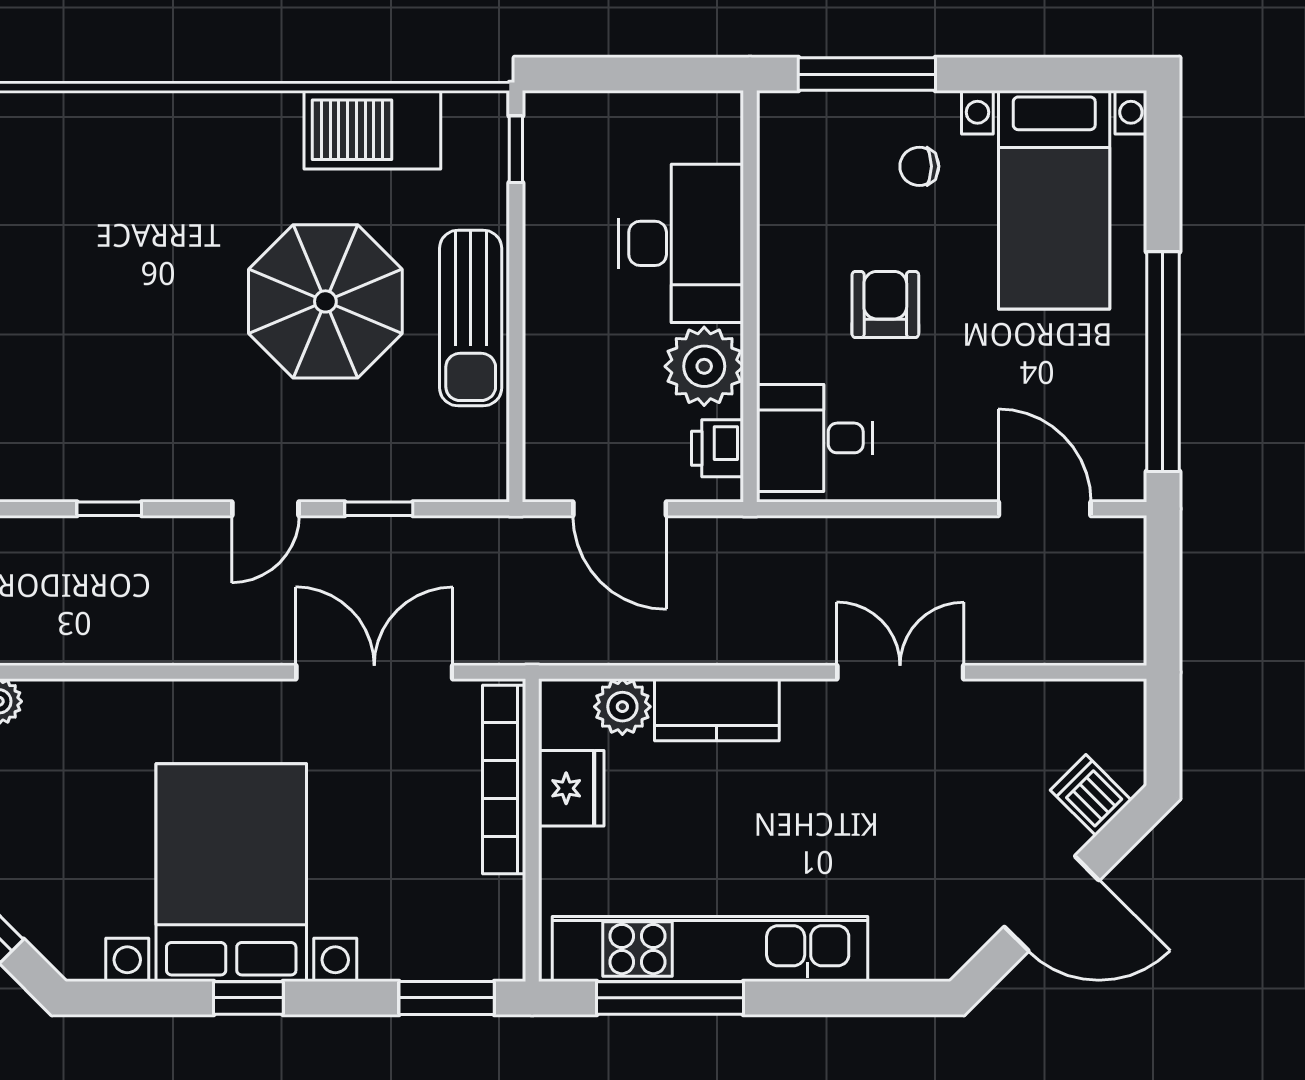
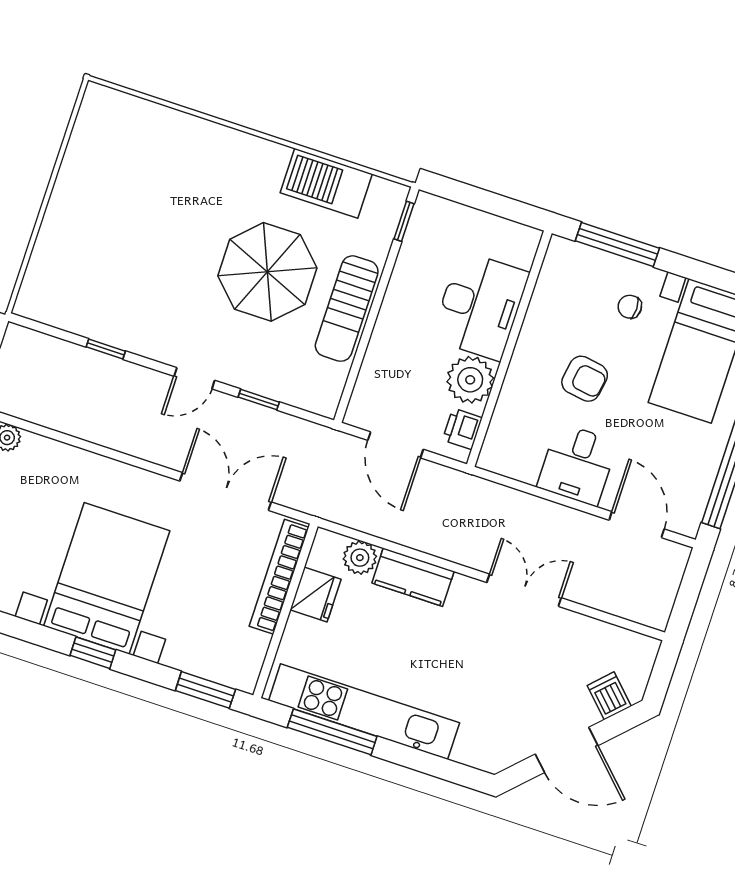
armchair: (885, 304) -> (585, 379), turned 99
desk: (814, 438) -> (577, 464), moved, turned -90

